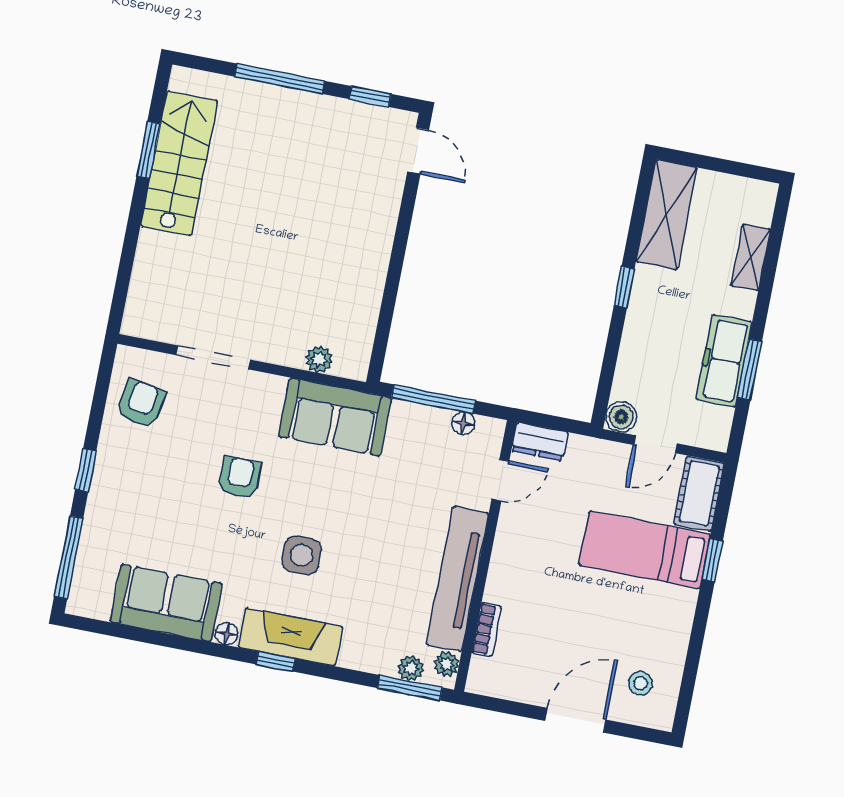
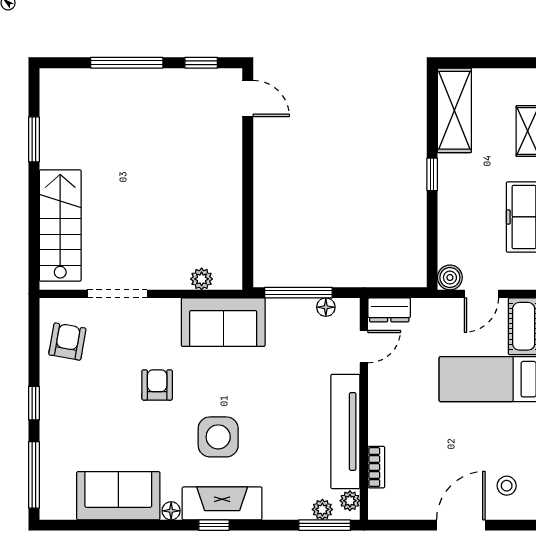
stairs: (179, 163) -> (60, 226), moved
side table: (302, 555) -> (218, 437), width x1.37, depth x1.37

